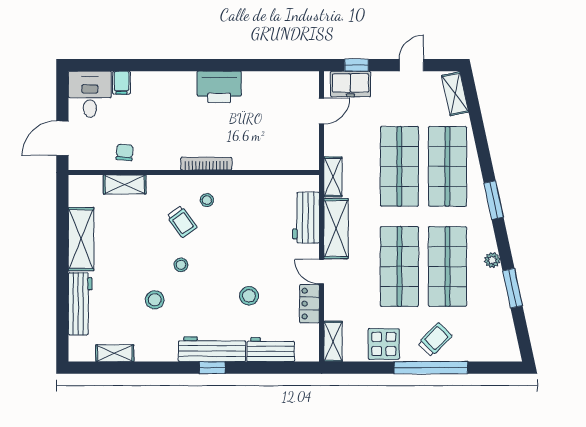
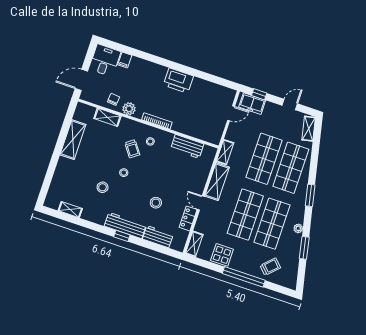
plant: (155, 159) -> (129, 109), added
workbench: (306, 218) -> (187, 146), moved, turned -90
workbench: (80, 304) -> (60, 175), removed
trolley: (435, 340) -> (270, 267), moved

